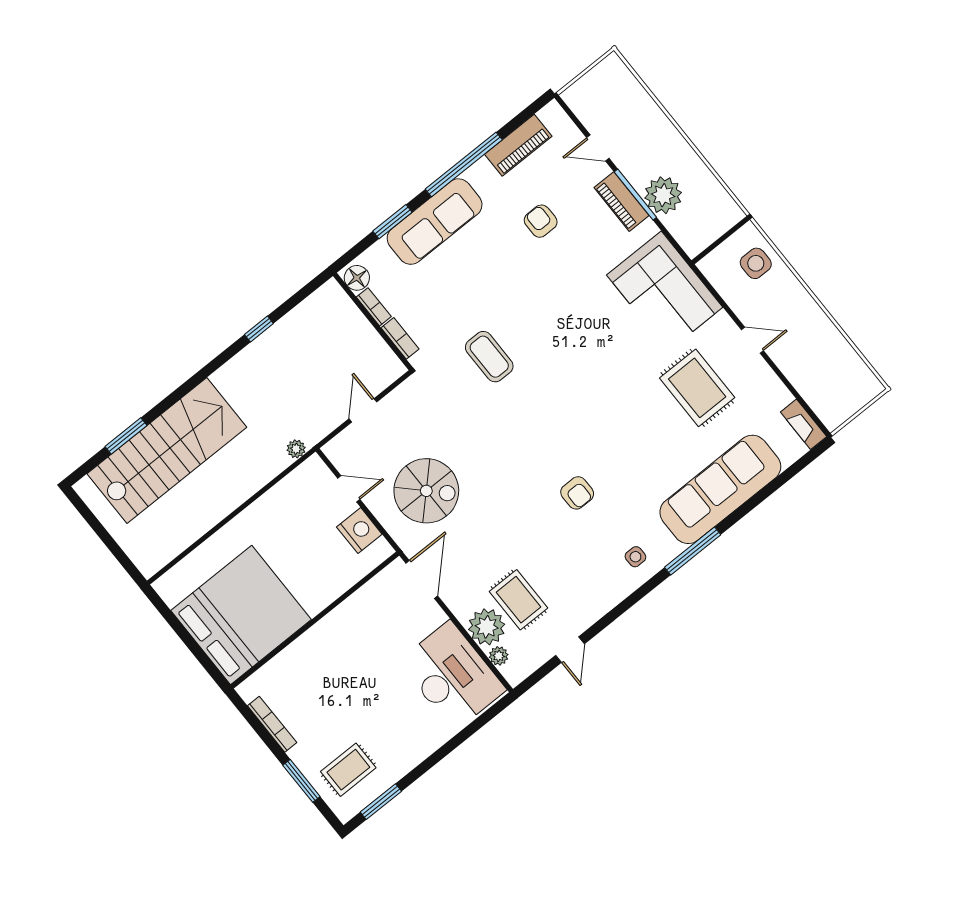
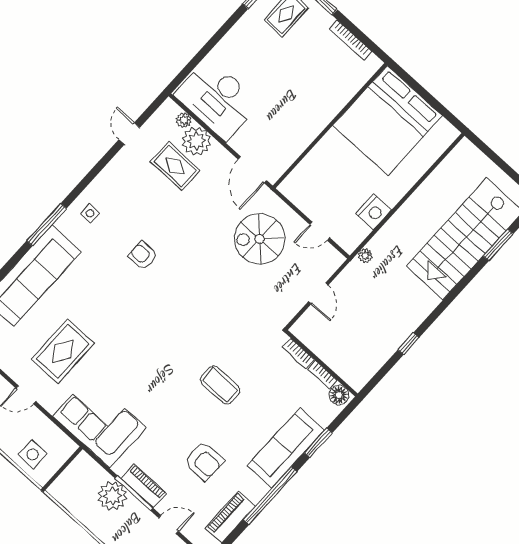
armchair: (541, 221) -> (204, 461), width x1.38, depth x1.38
coffee table: (489, 357) -> (220, 385), moved
rug: (697, 388) -> (63, 351), turned 90
nightstand: (359, 531) -> (374, 212), moved, turned -90

